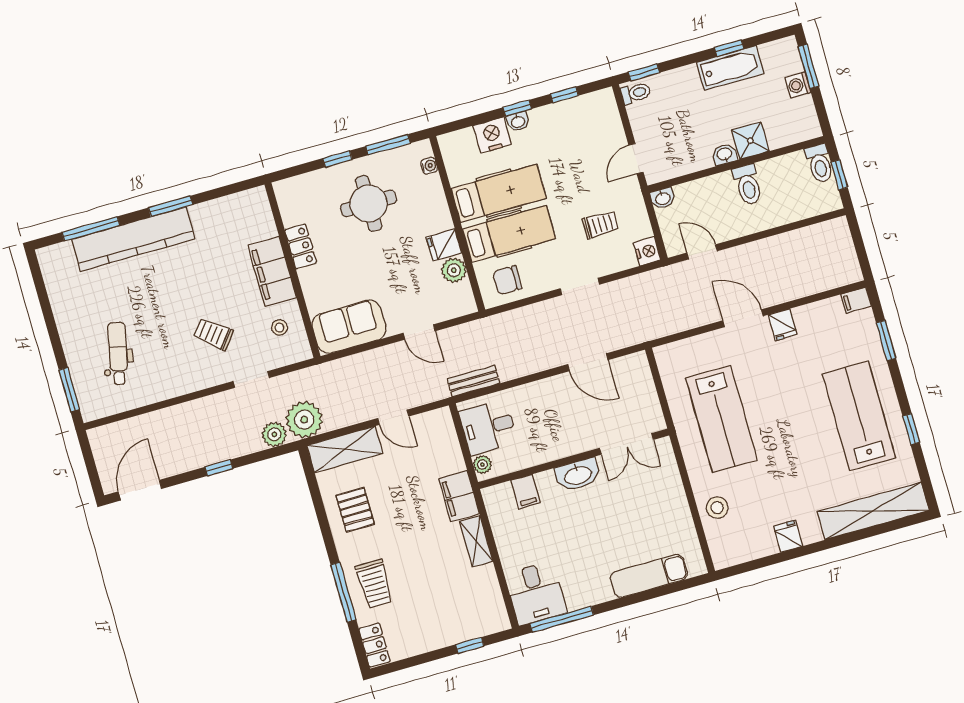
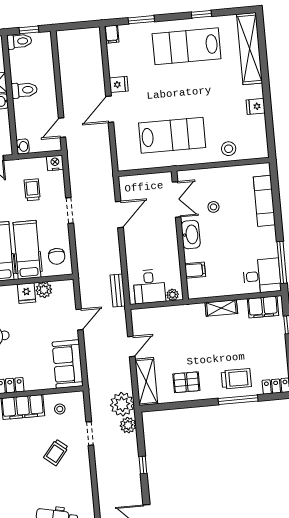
filing cabinet: (459, 496) -> (263, 307), moved
stool: (626, 501) -> (214, 207), added

